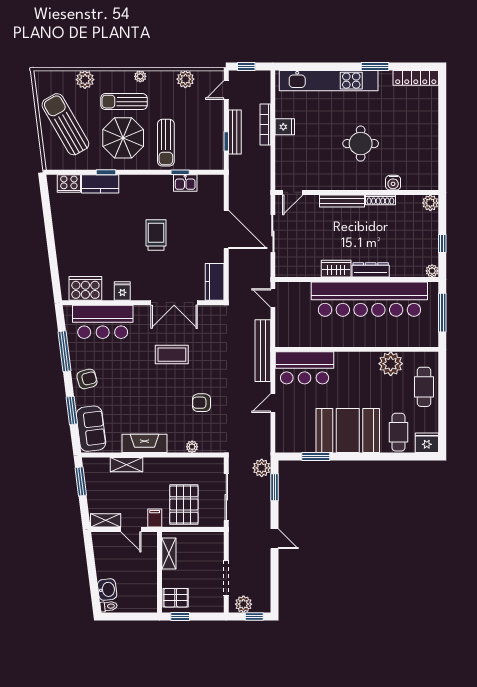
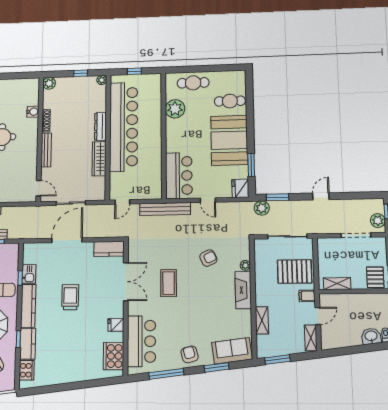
kitchen counter: (146, 183) -> (28, 306), added
trolley: (156, 235) -> (70, 297), turned 90
wardrobe: (336, 269) -> (99, 159), width x1.50
window: (442, 313) -> (134, 71), width x0.46
armchair: (201, 403) -> (208, 258), turned -115
fireplace: (144, 443) -> (243, 290), moved
fridge: (427, 443) -> (240, 188), moved

